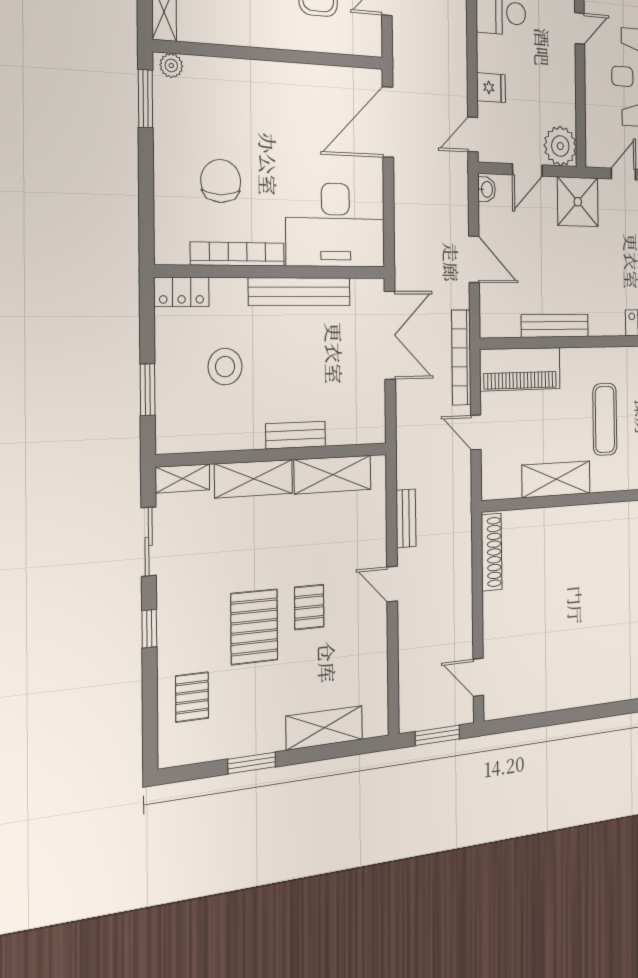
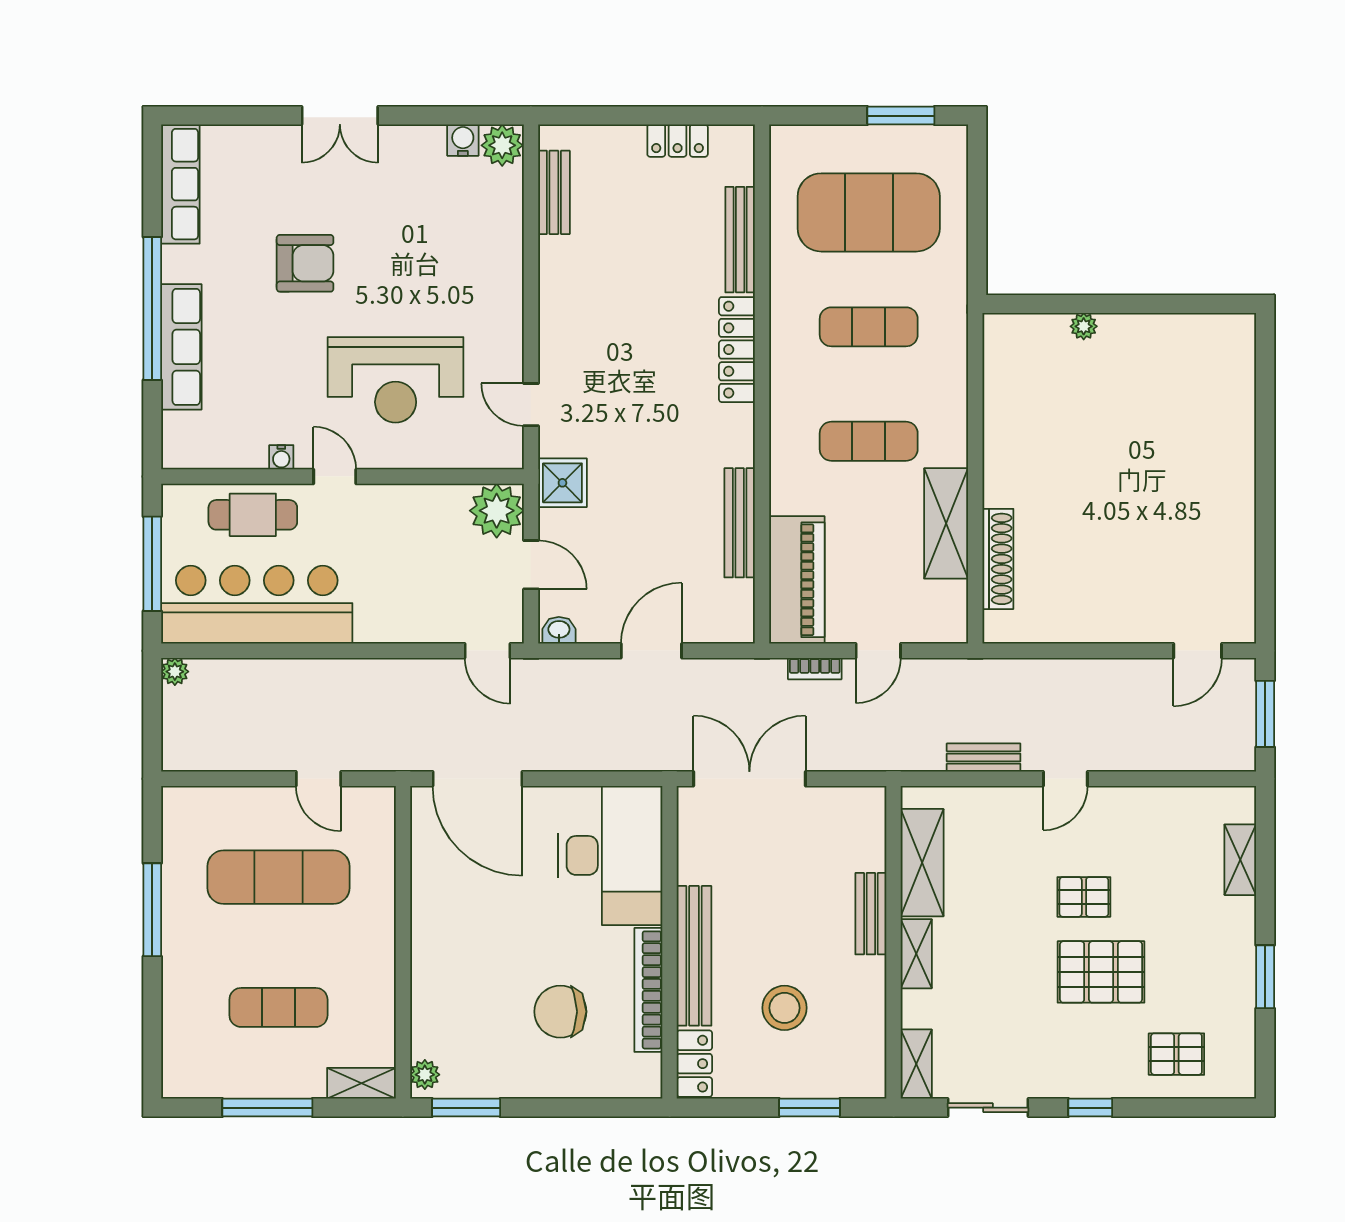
fridge: (491, 88) -> (424, 621), removed
shower: (578, 202) -> (562, 483), width x0.73, depth x0.73
bench: (300, 292) -> (694, 956), moved
bookcase: (461, 357) -> (815, 669), width x0.43, depth x0.76
shelving: (254, 479) -> (916, 954), width x0.67, depth x0.75
shoe rack: (492, 552) -> (998, 559), moved, turned 90
shelving: (324, 728) -> (1240, 860), width x0.67, depth x0.75

